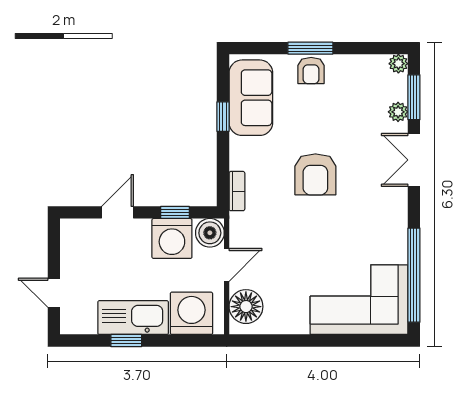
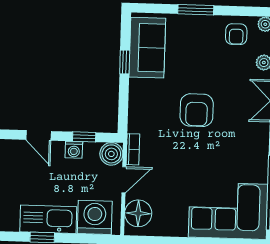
armchair: (311, 71) -> (236, 34), moved
bookcase: (237, 191) -> (133, 149), moved
door: (118, 212) -> (39, 135), swing flipped
washing machine: (172, 238) -> (74, 150), width x0.53, depth x0.53

